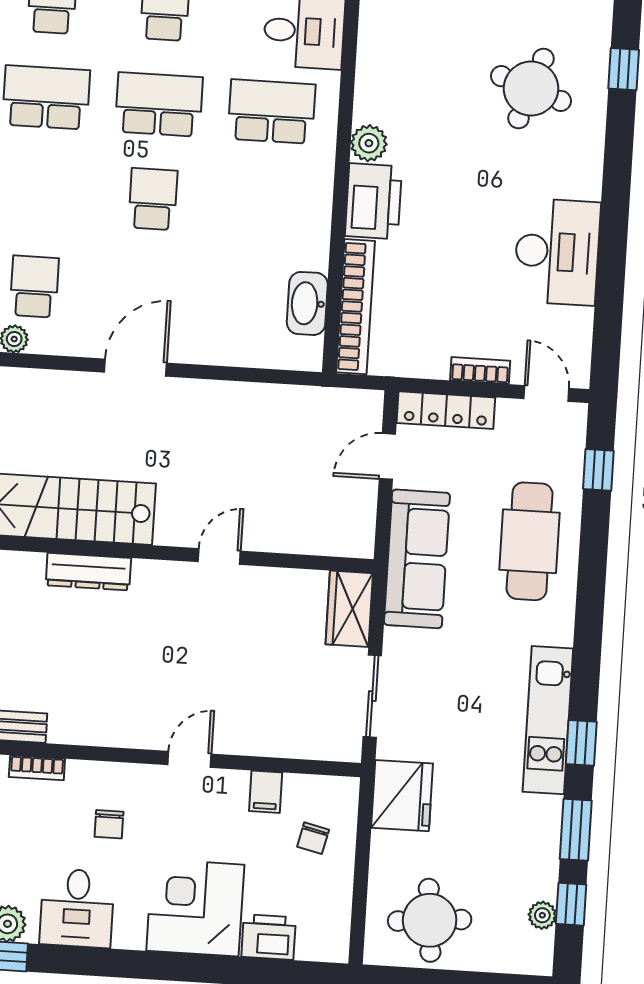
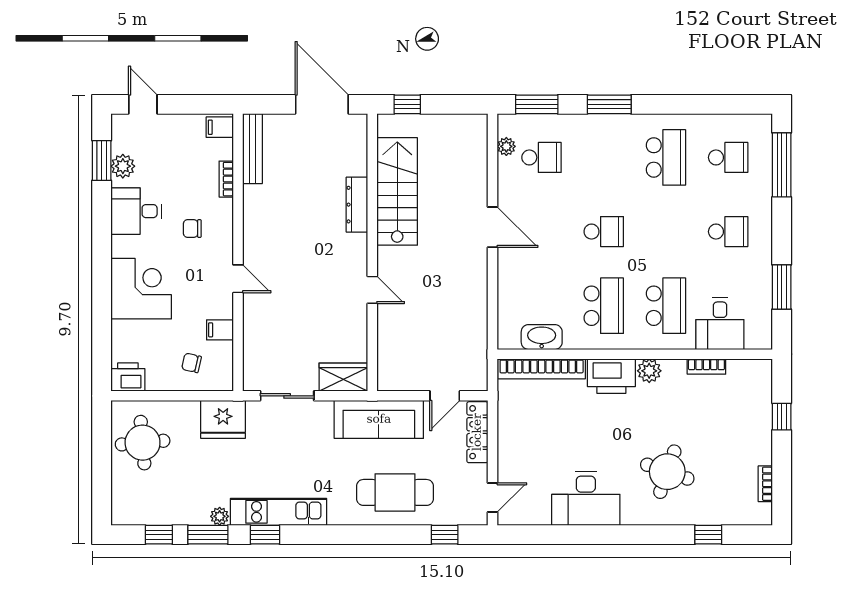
round table: (531, 89) -> (667, 472), moved
school desk: (159, 104) -> (604, 306), moved
bookcase: (480, 370) -> (706, 367), moved, turned 90
door: (387, 456) -> (445, 396), swing flipped
plant: (542, 915) -> (220, 516), moved
printer: (269, 937) -> (128, 377), moved, turned -90

